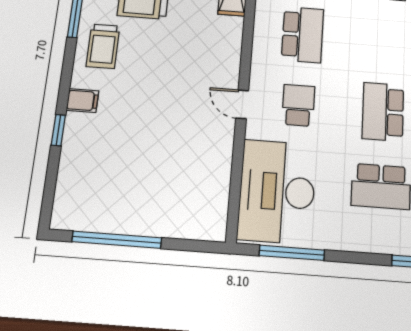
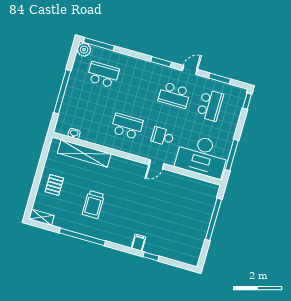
trolley: (103, 46) -> (113, 228), removed
window: (117, 240) -> (213, 219), moved

